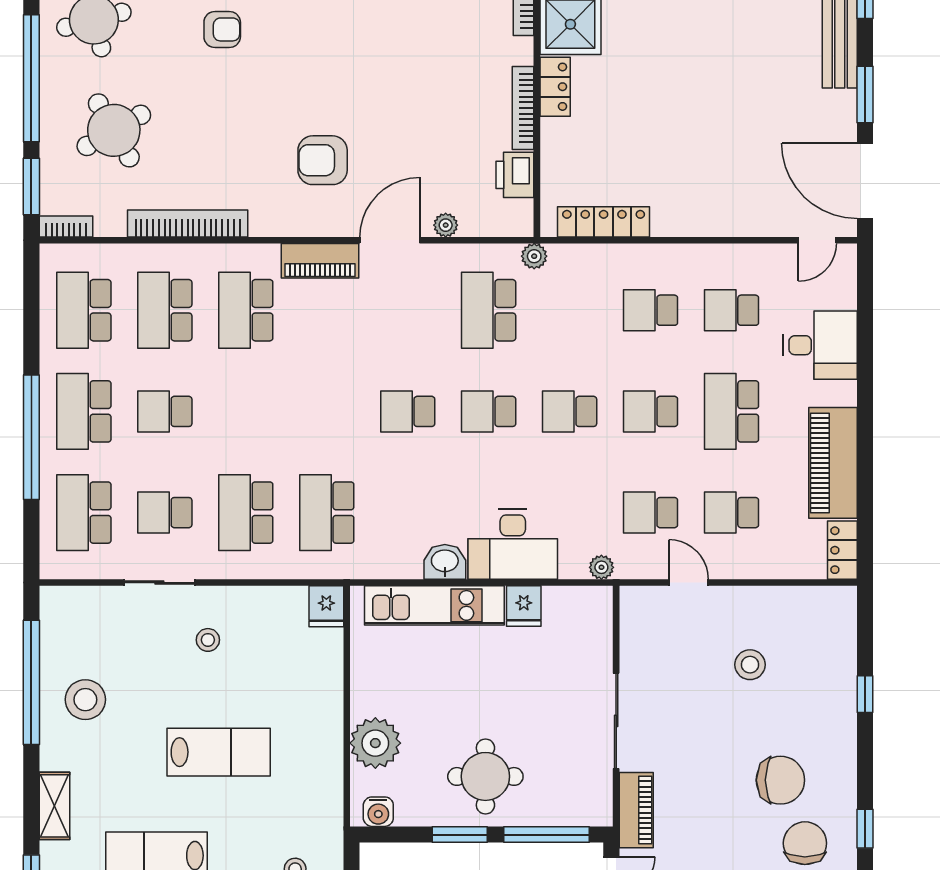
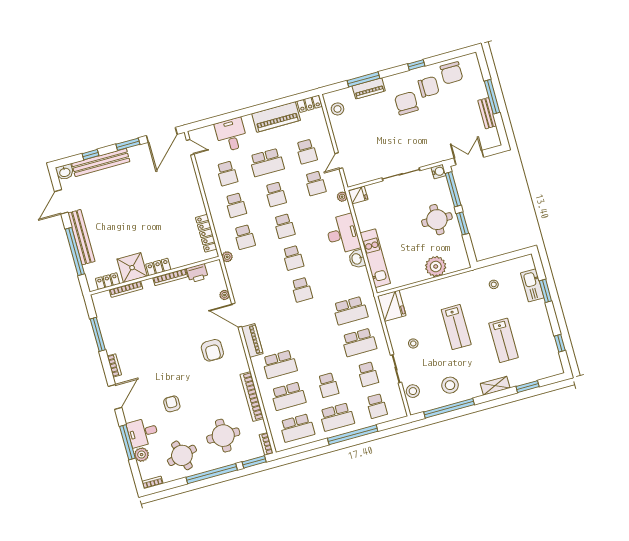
round table: (114, 130) -> (223, 436), turned 30
school desk: (489, 310) -> (245, 237), moved, width x0.54
school desk: (84, 513) -> (377, 406), width x0.54
fridge: (326, 606) -> (392, 306), width x1.88, depth x1.34
fridge: (524, 606) -> (358, 195), moved
stool: (95, 608) -> (413, 391), added
stool: (750, 665) -> (337, 109), moved
window: (865, 694) -> (363, 79), width x2.17
lab bench: (219, 752) -> (456, 327), turned 180
piano: (636, 810) -> (369, 88), moved, turned 180
water cooler: (378, 812) -> (439, 172), moved
chair: (805, 843) -> (429, 87), turned 180

